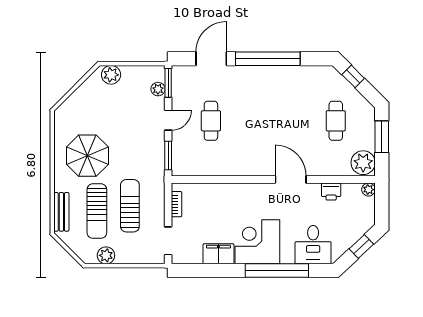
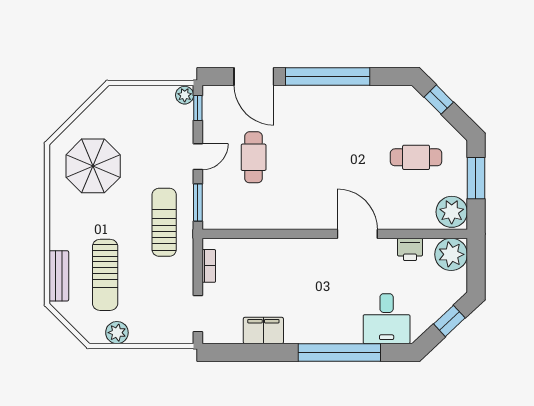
door: (211, 59) -> (254, 76), swing flipped
plant: (111, 75) -> (124, 97), removed
window: (168, 83) -> (198, 108), width x0.67
plant: (158, 89) -> (185, 95), moved
cafe table: (336, 121) -> (416, 157), turned 90
parasol: (87, 156) -> (93, 166), moved
plant: (369, 190) -> (451, 254), width x1.88, depth x1.88
sun lounger: (130, 206) -> (164, 222), moved
corner desk: (257, 242) -> (314, 315), removed

